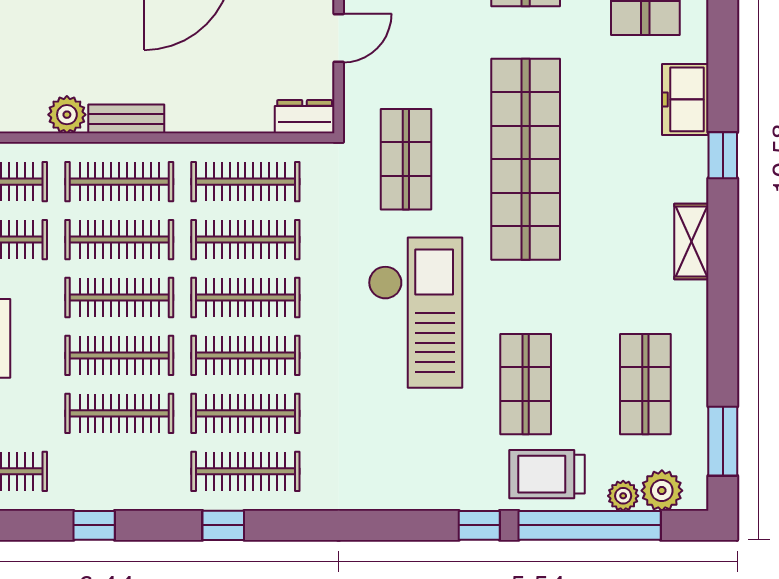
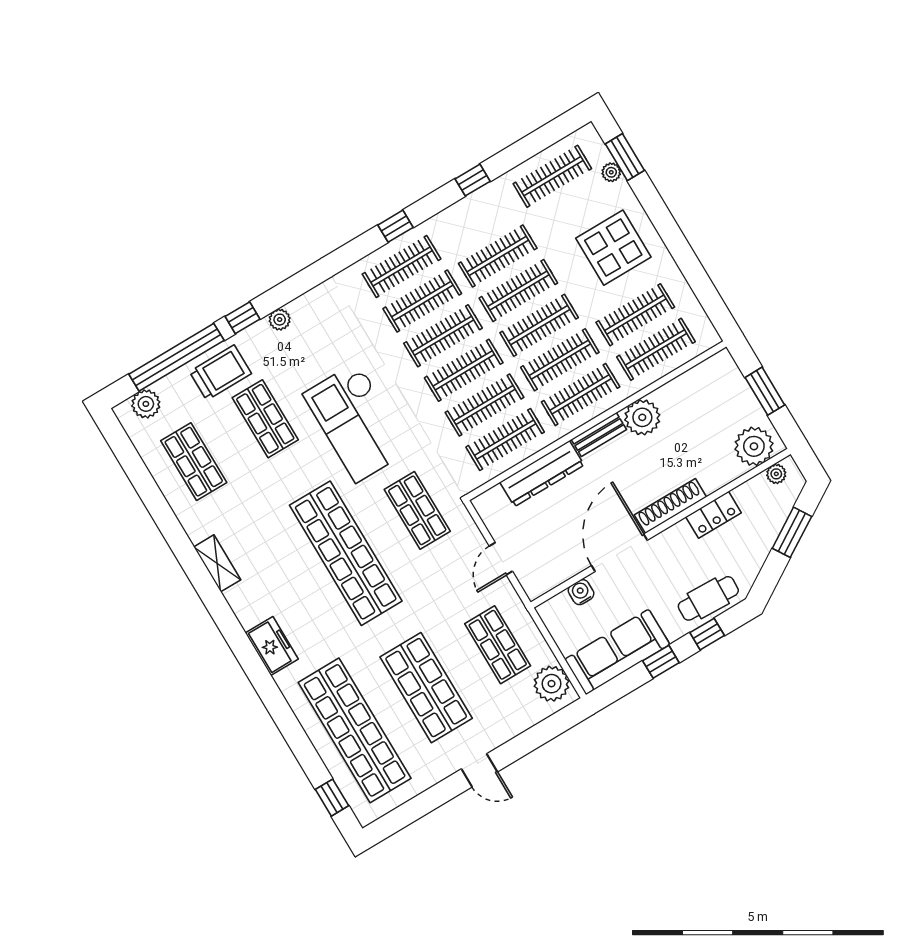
plant: (67, 115) -> (642, 417), width x1.36, depth x1.36
dresser: (305, 117) -> (542, 474), moved, width x1.96, depth x1.24
window: (723, 155) -> (229, 626), removed
window: (723, 441) -> (127, 455), removed
plant: (623, 496) -> (280, 320), moved

